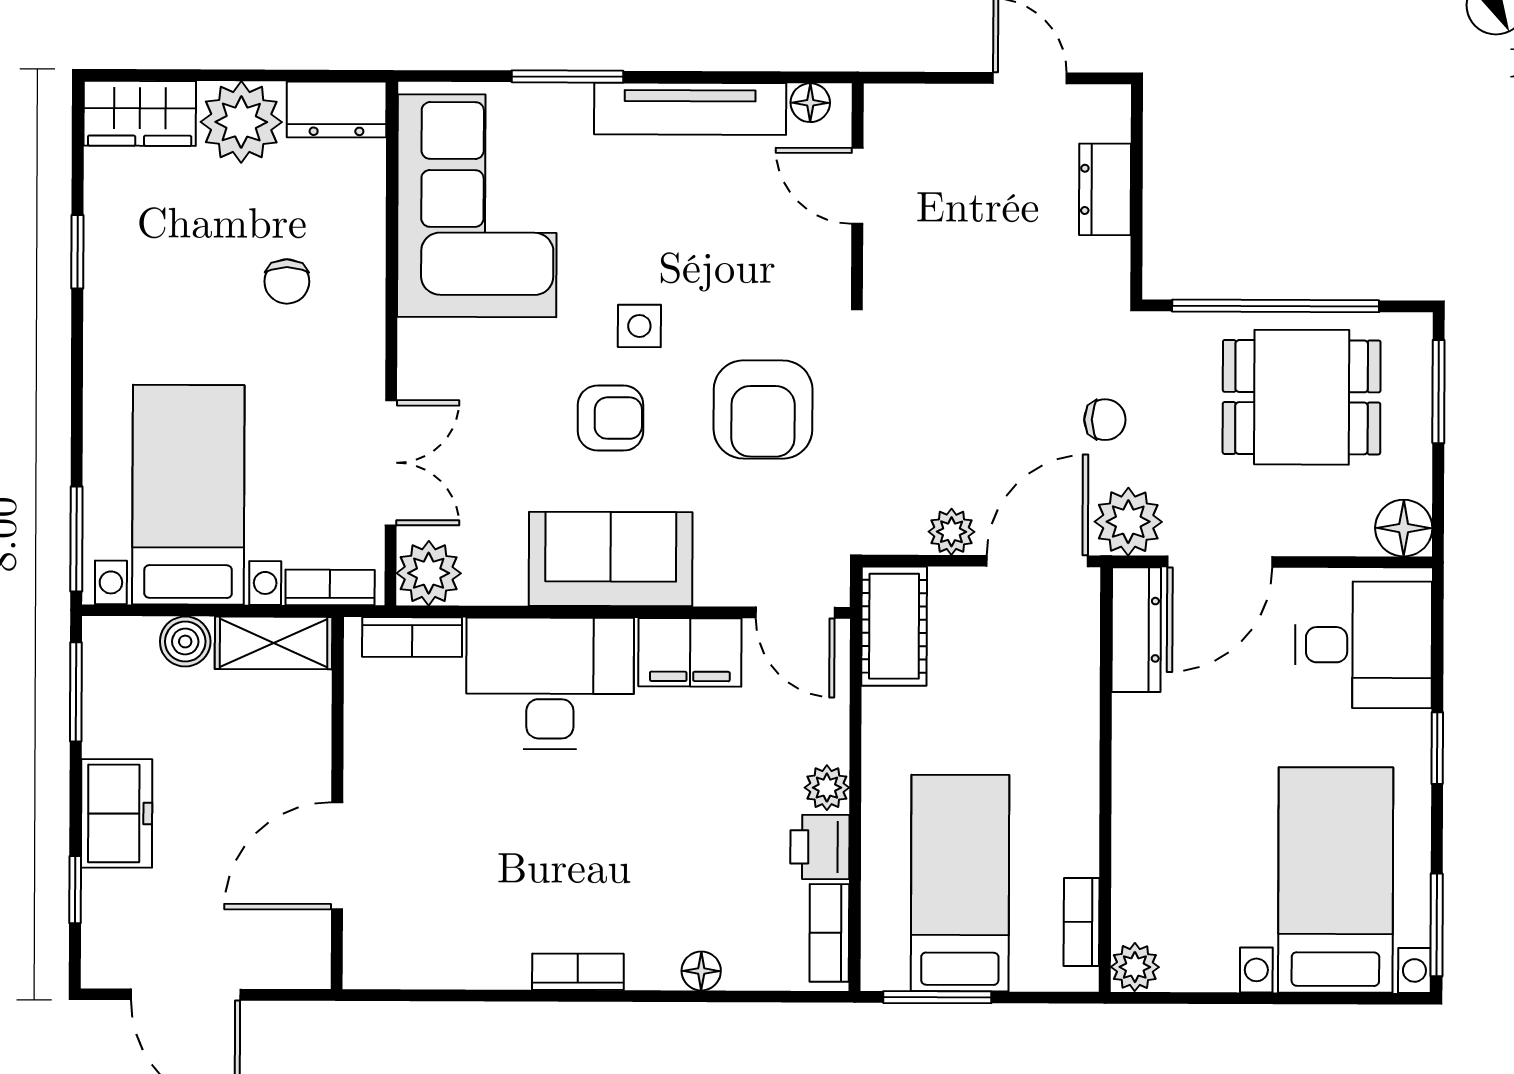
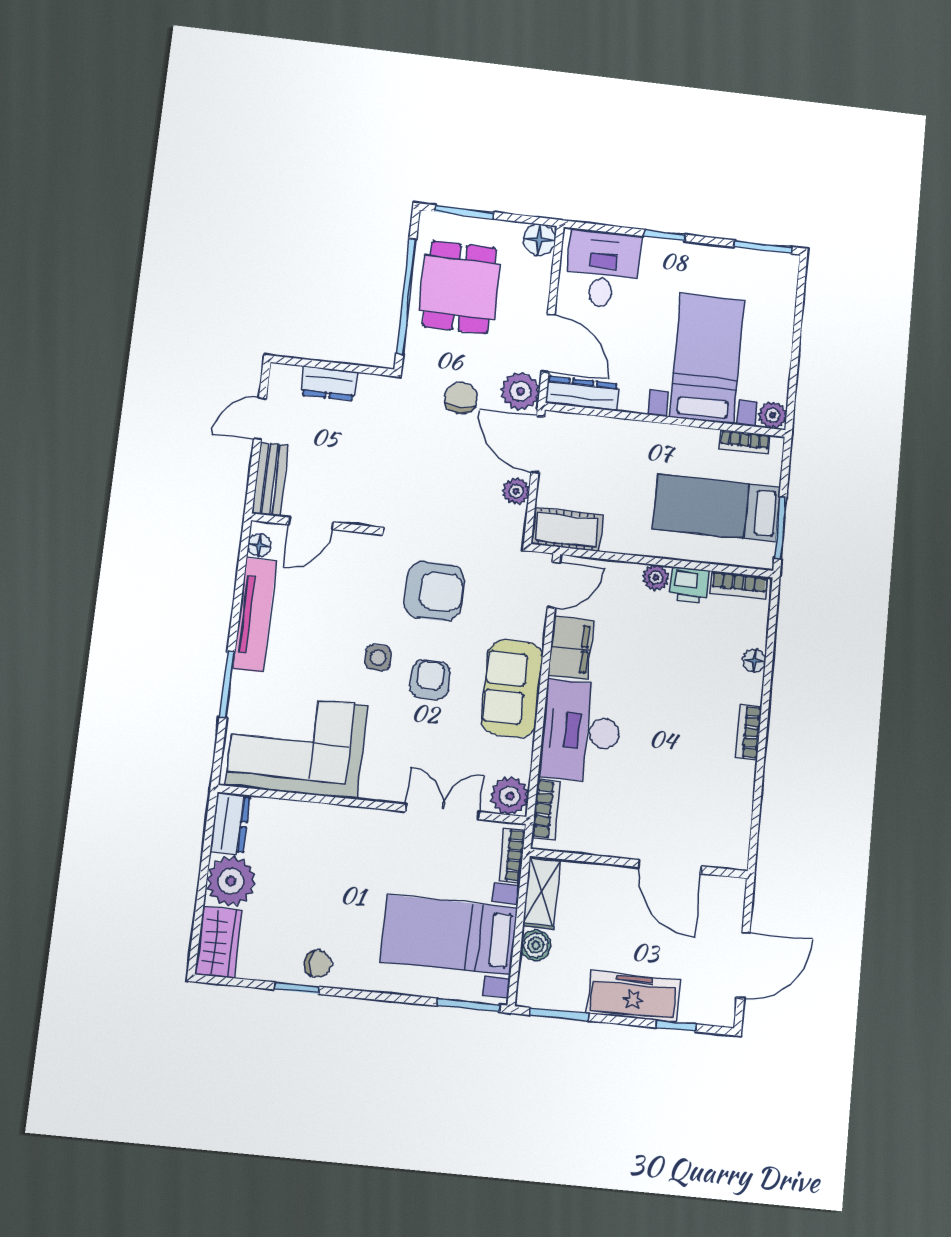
bench: (926, 108) -> (270, 479), added
chair: (287, 281) -> (318, 964), moved
chair: (1105, 420) -> (461, 398), width x1.37, depth x1.37
freezer: (117, 813) -> (633, 996), width x1.40
bed with nightstands: (1336, 880) -> (707, 358), moved, turned 90

